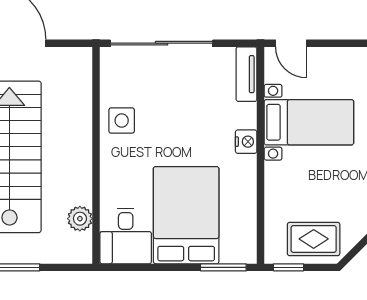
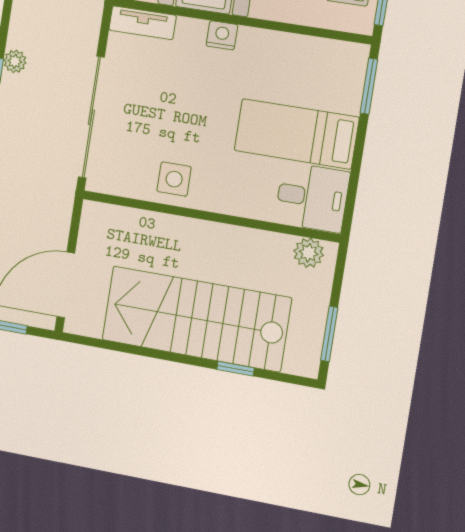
bed: (186, 215) -> (296, 134), width x0.67
plant: (80, 219) -> (309, 253), moved

